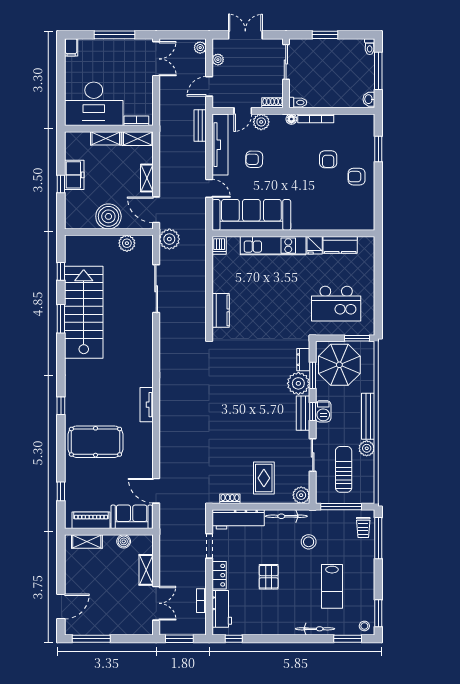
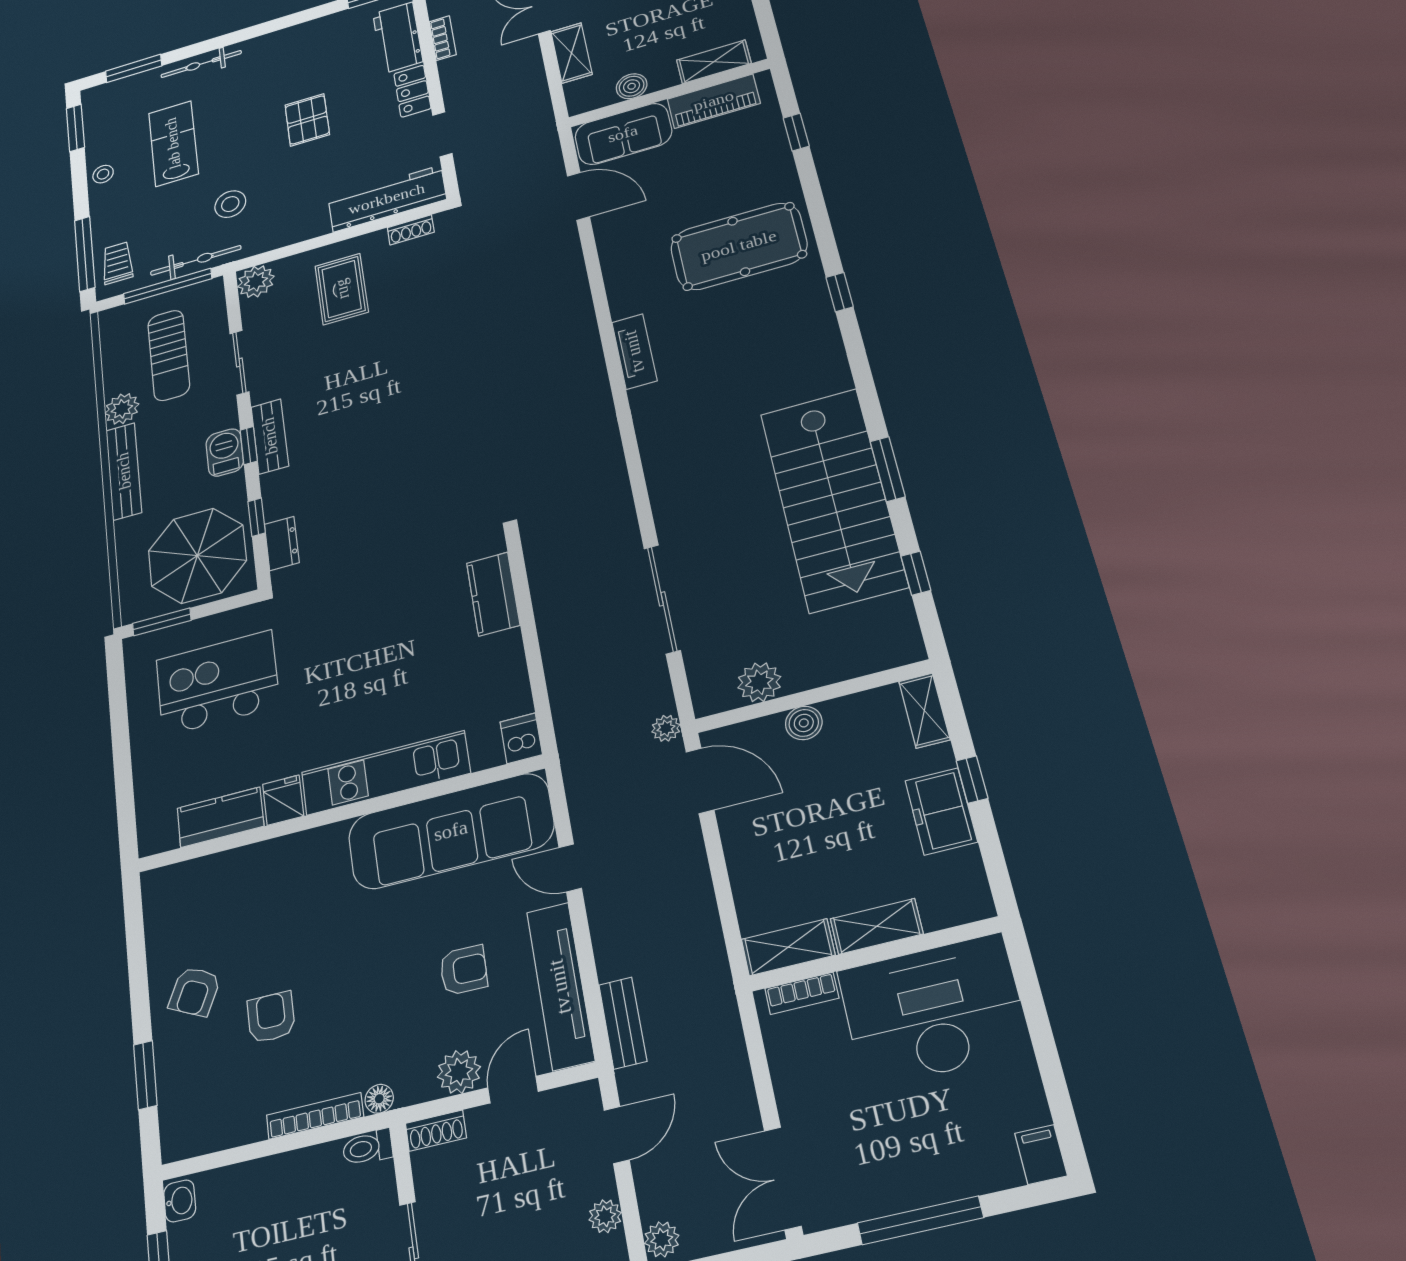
armchair: (357, 177) -> (195, 992), turned 116
shelving: (147, 178) -> (924, 711), moved
boiler: (108, 216) -> (804, 723), width x0.54, depth x0.54
plant: (169, 239) -> (666, 728), width x0.53, depth x0.53
window: (313, 375) -> (257, 517), width x0.67
plant: (298, 383) -> (287, 492), removed
bicycle: (286, 516) -> (196, 260), moved
stool: (364, 626) -> (103, 174), moved

